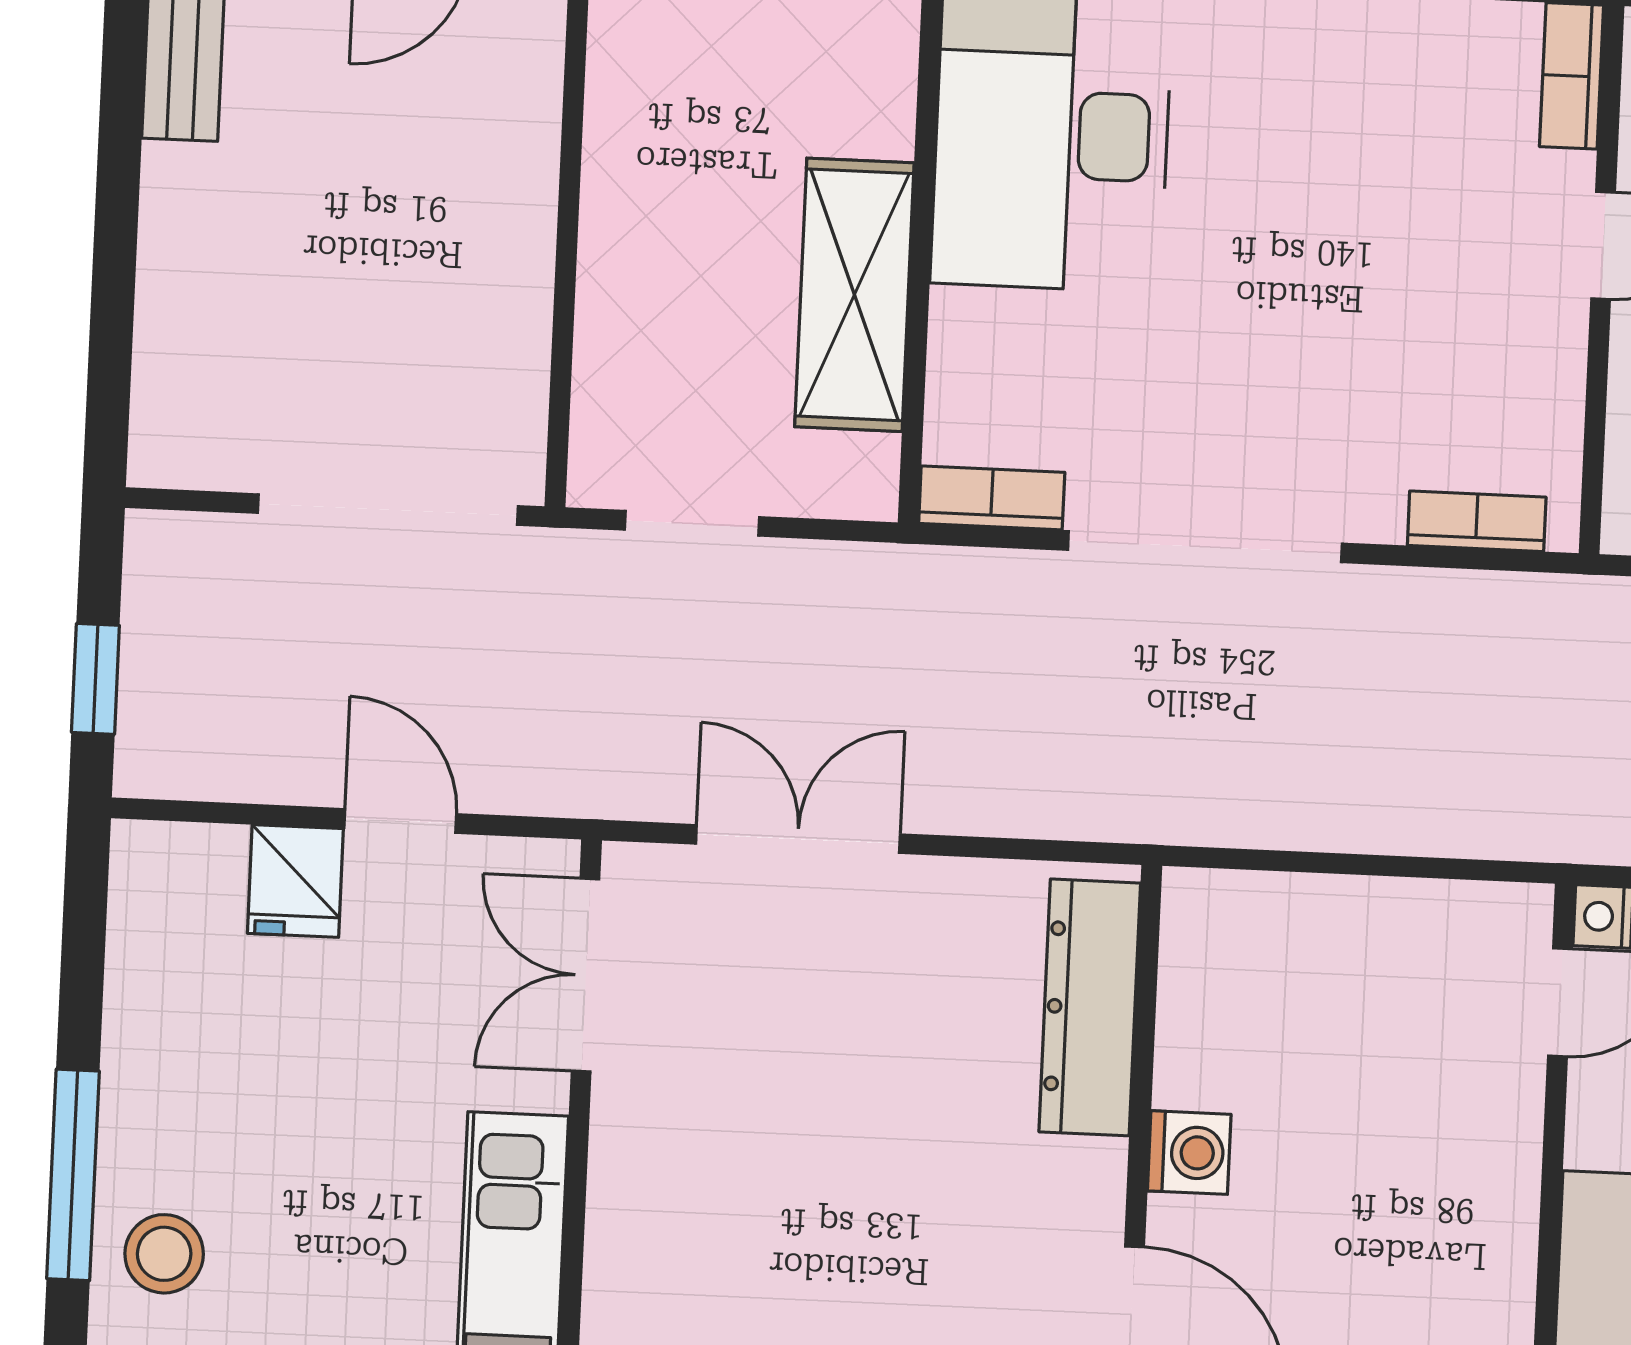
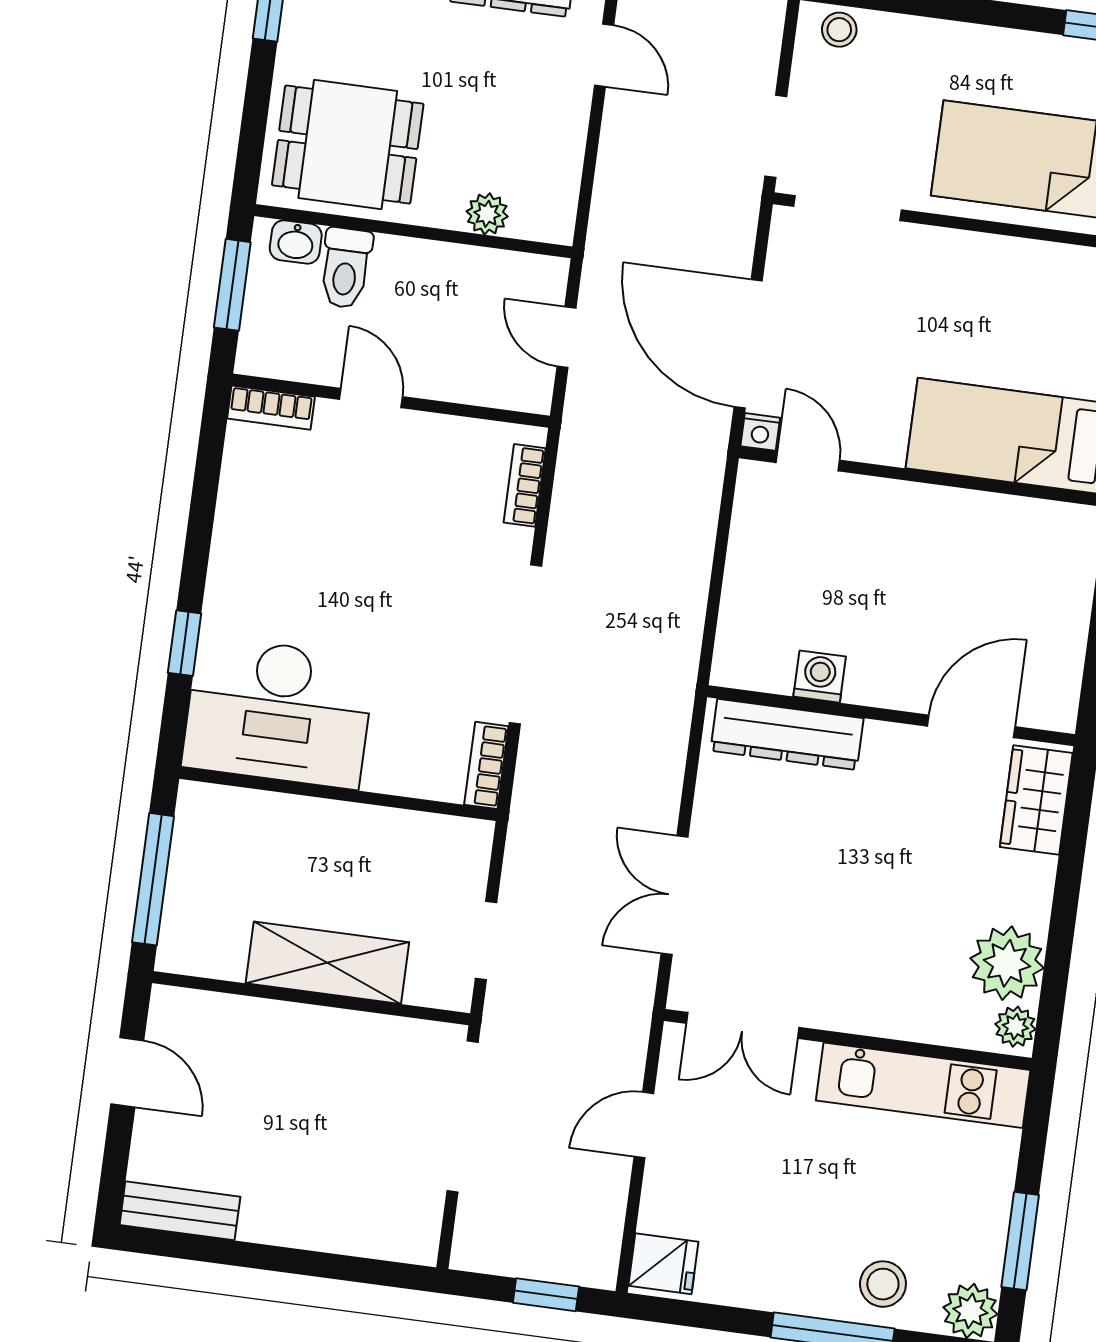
shelving: (854, 295) -> (327, 963), moved
fridge: (295, 881) -> (663, 1264), moved
washing machine: (1189, 1153) -> (820, 677), moved

